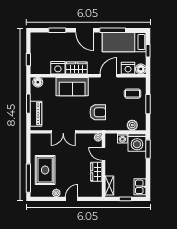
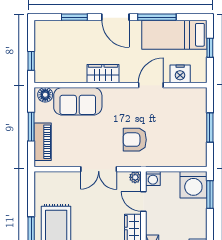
nightstand: (58, 68) -> (75, 73), removed
floor lamp: (141, 69) -> (199, 75), removed
sofa: (72, 87) -> (78, 101), moved
coffee table: (133, 94) -> (187, 112), removed
armchair: (98, 112) -> (135, 140), turned 180
plant: (132, 125) -> (186, 159), removed
double door: (63, 132) -> (99, 169), moved
washing machine: (122, 138) -> (153, 179), moved

